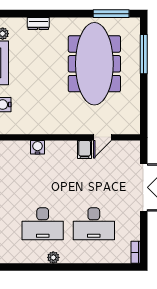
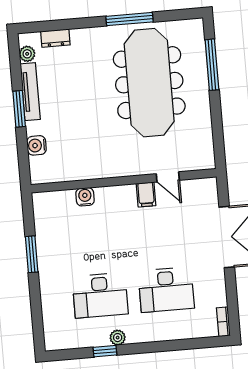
window: (111, 14) -> (130, 19), moved
dresser: (38, 23) -> (55, 38), moved
door: (102, 137) -> (168, 177), hinge flipped
window: (43, 267) -> (105, 351), added

